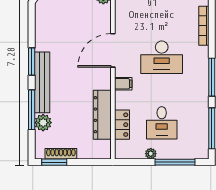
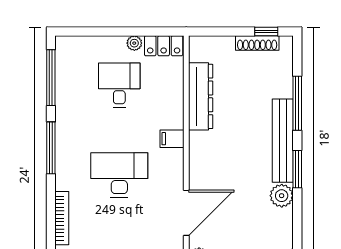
door: (113, 50) -> (186, 213), moved
plant: (43, 123) -> (282, 196), moved
locker: (122, 125) -> (164, 46), moved, turned -90
window: (54, 162) -> (266, 32), width x0.67
window: (175, 162) -> (101, 32), removed

